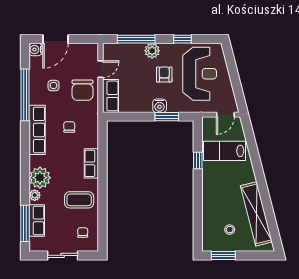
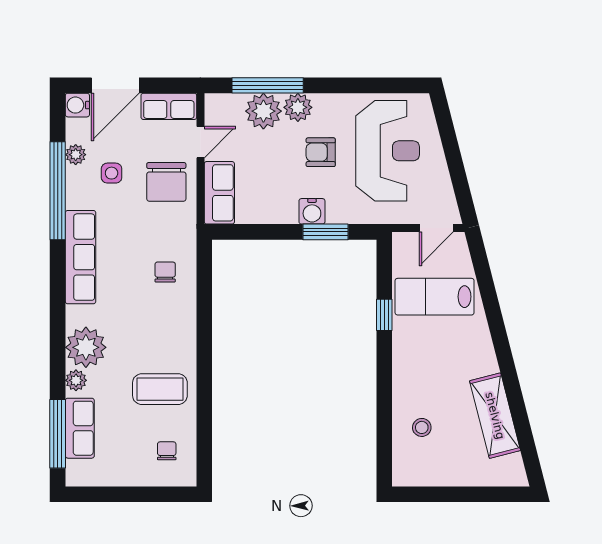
window: (183, 39) -> (355, 85), removed
plant: (134, 53) -> (263, 111), added
armchair: (164, 74) -> (321, 152), turned -90
plant: (35, 76) -> (76, 155), added
chair: (69, 127) -> (165, 272), moved
row of seats: (91, 163) -> (169, 106), moved, turned -90
shelving: (256, 214) -> (495, 416), width x0.68
stool: (230, 230) -> (422, 427), moved
sliding door: (63, 255) -> (129, 494), removed
window: (223, 255) -> (432, 494), removed

